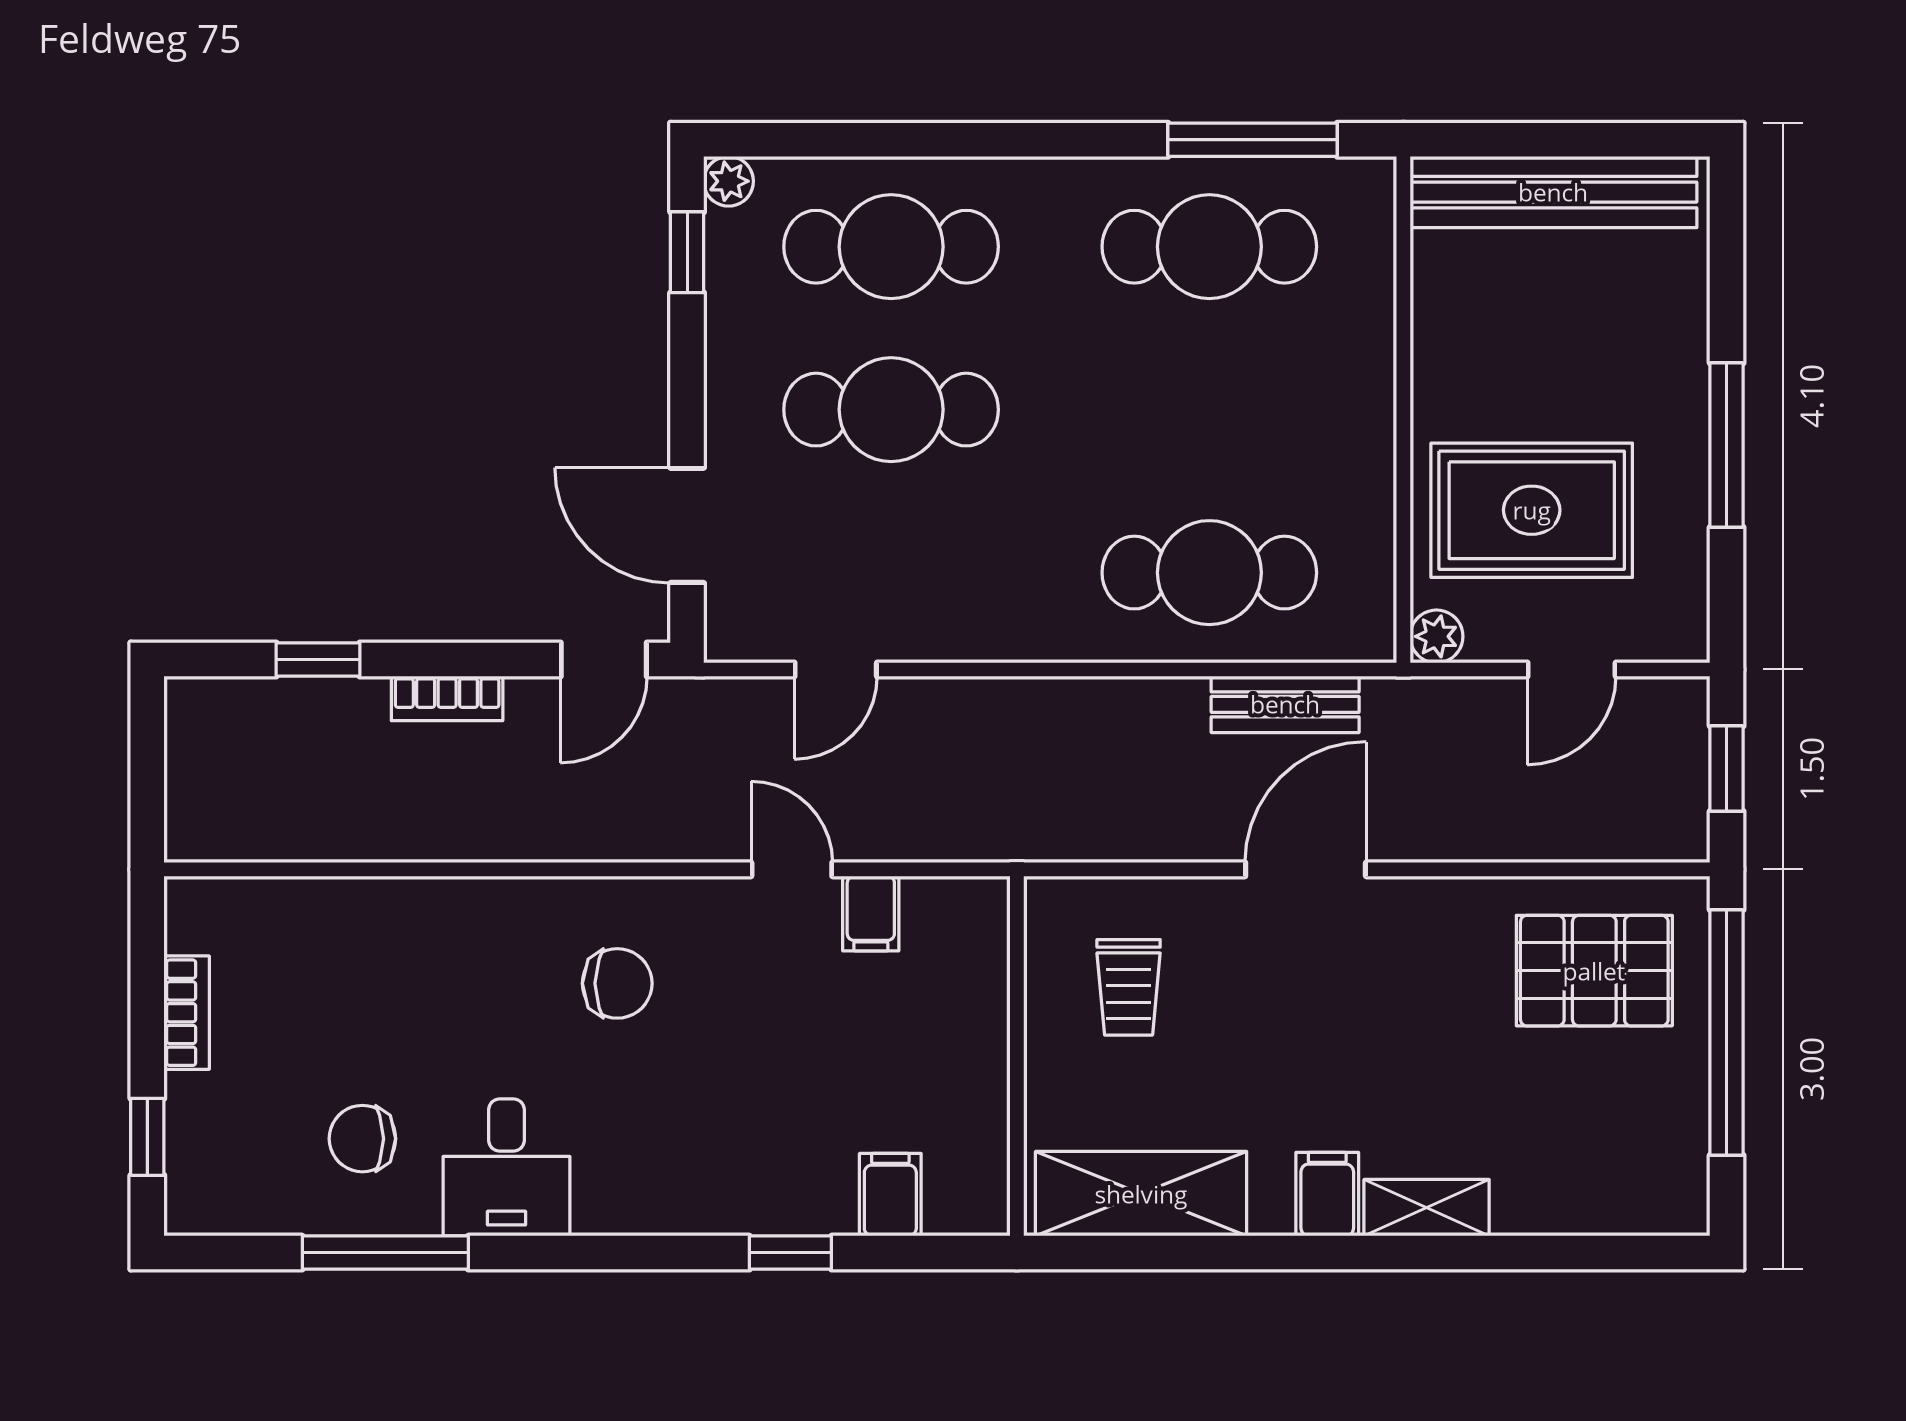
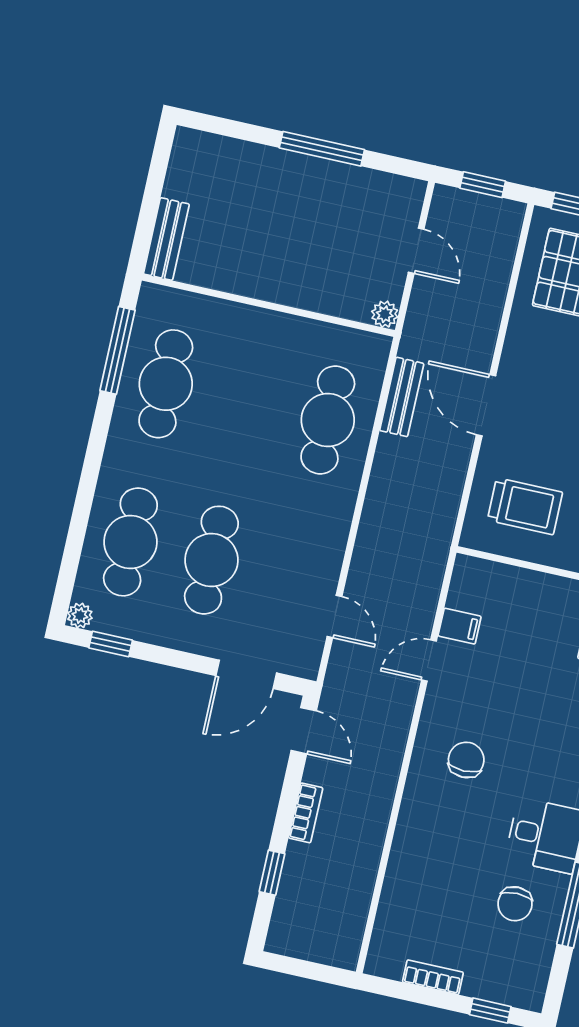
bench: (1553, 192) -> (166, 239), width x0.54, depth x0.82
rug: (1532, 510) -> (333, 253), removed
trolley: (1129, 987) -> (525, 506), width x1.36, depth x1.39

